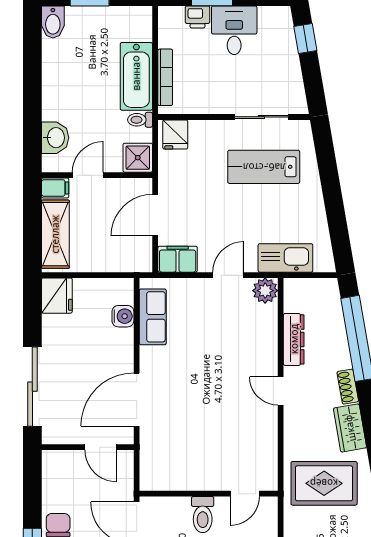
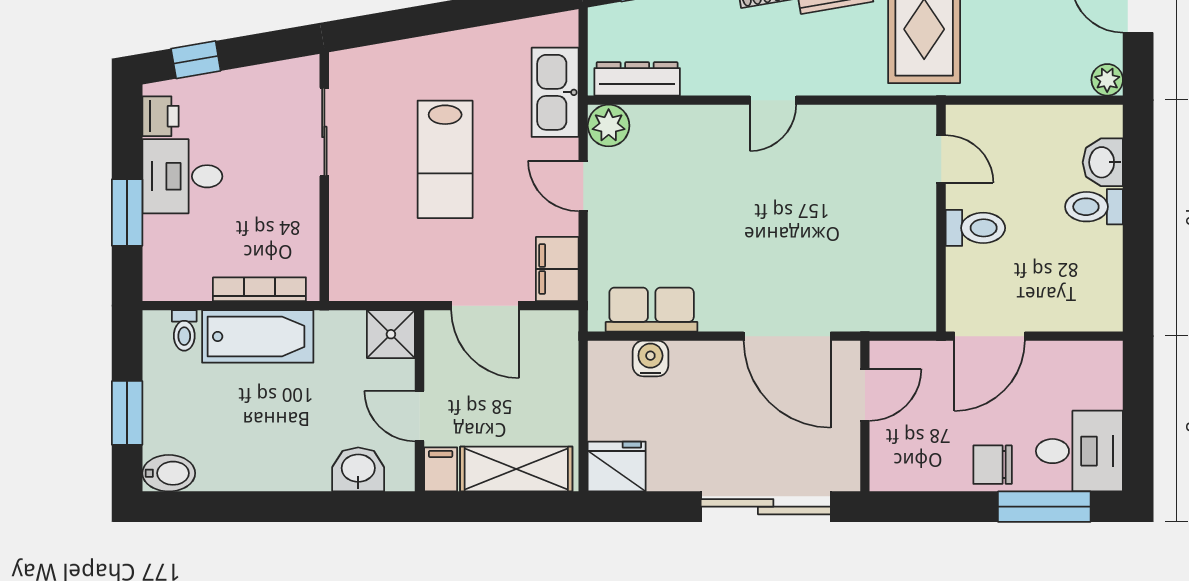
printer: (197, 17) -> (160, 116), moved
toilet: (140, 120) -> (184, 330), moved
fridge: (175, 134) -> (353, 273), removed
lab bench: (264, 167) -> (445, 159), moved
dresser: (294, 339) -> (637, 79), moved

